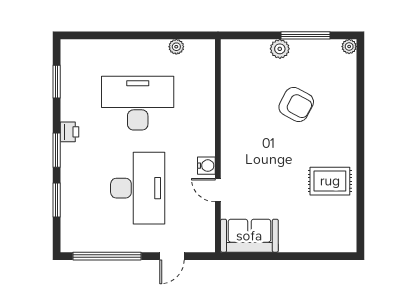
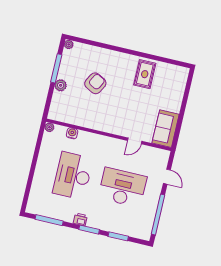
plant: (176, 47) -> (49, 127), moved
window: (57, 82) -> (49, 220), width x1.44
water cooler: (206, 166) -> (72, 133), moved

